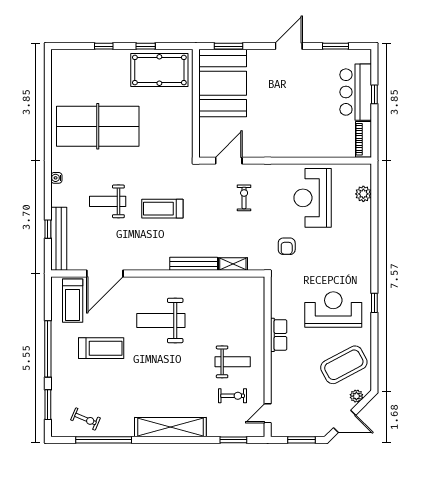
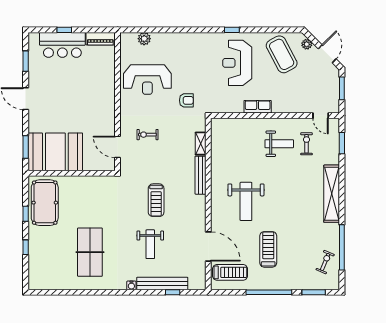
table tennis table: (98, 126) -> (90, 252), width x0.73, depth x0.76
bench: (59, 239) -> (162, 283), moved
weight bench: (233, 362) -> (279, 144), turned 90

